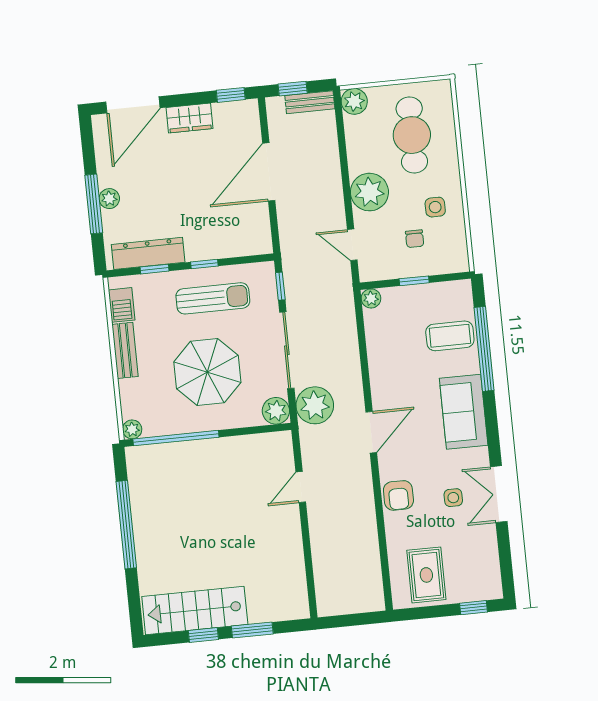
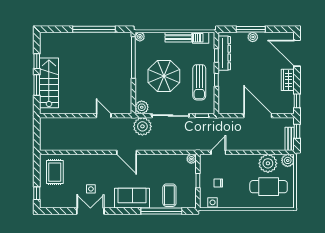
plant: (369, 192) -> (268, 163), moved
side table: (435, 207) -> (213, 202), moved
armchair: (398, 495) -> (95, 162), removed
rug: (426, 575) -> (55, 172), turned 90
stairs: (195, 610) -> (49, 83), moved

